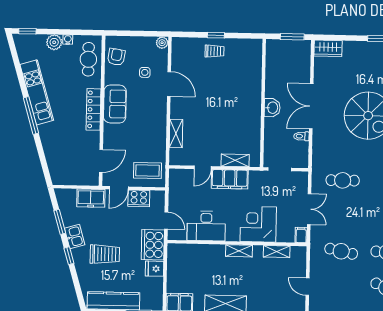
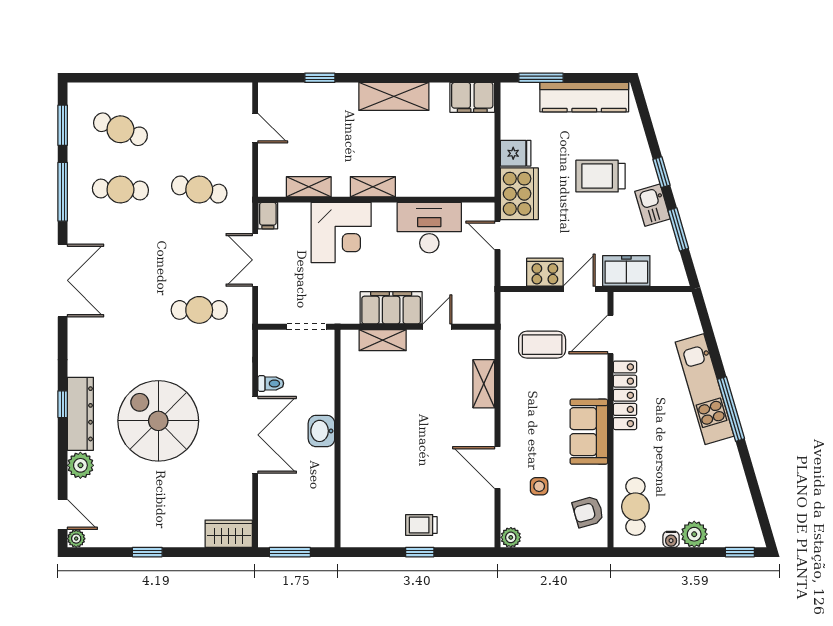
armchair: (116, 57) -> (588, 512), turned 65
kitchen unit: (37, 92) -> (705, 389), moved
locker: (93, 109) -> (625, 395), moved
coffee table: (147, 170) -> (542, 345), moved

